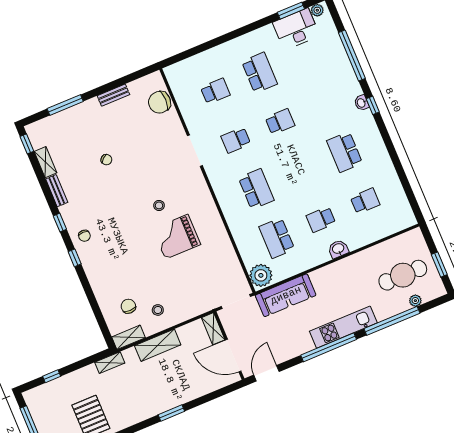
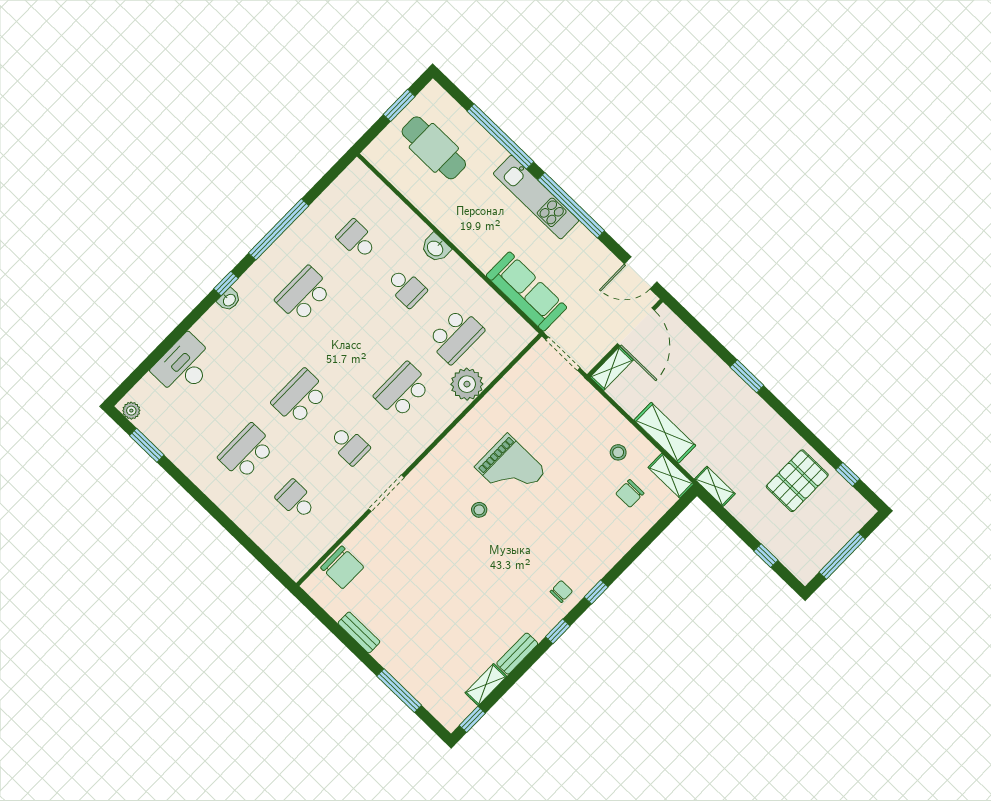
desk: (296, 29) -> (184, 366), moved, turned 90
window: (352, 56) -> (279, 229), moved
school desk: (280, 122) -> (300, 397), width x1.85
school desk: (345, 152) -> (304, 294), turned 180
chair: (106, 160) -> (448, 605), removed
plant: (261, 275) -> (467, 384), moved
plant: (415, 301) -> (460, 117), removed

